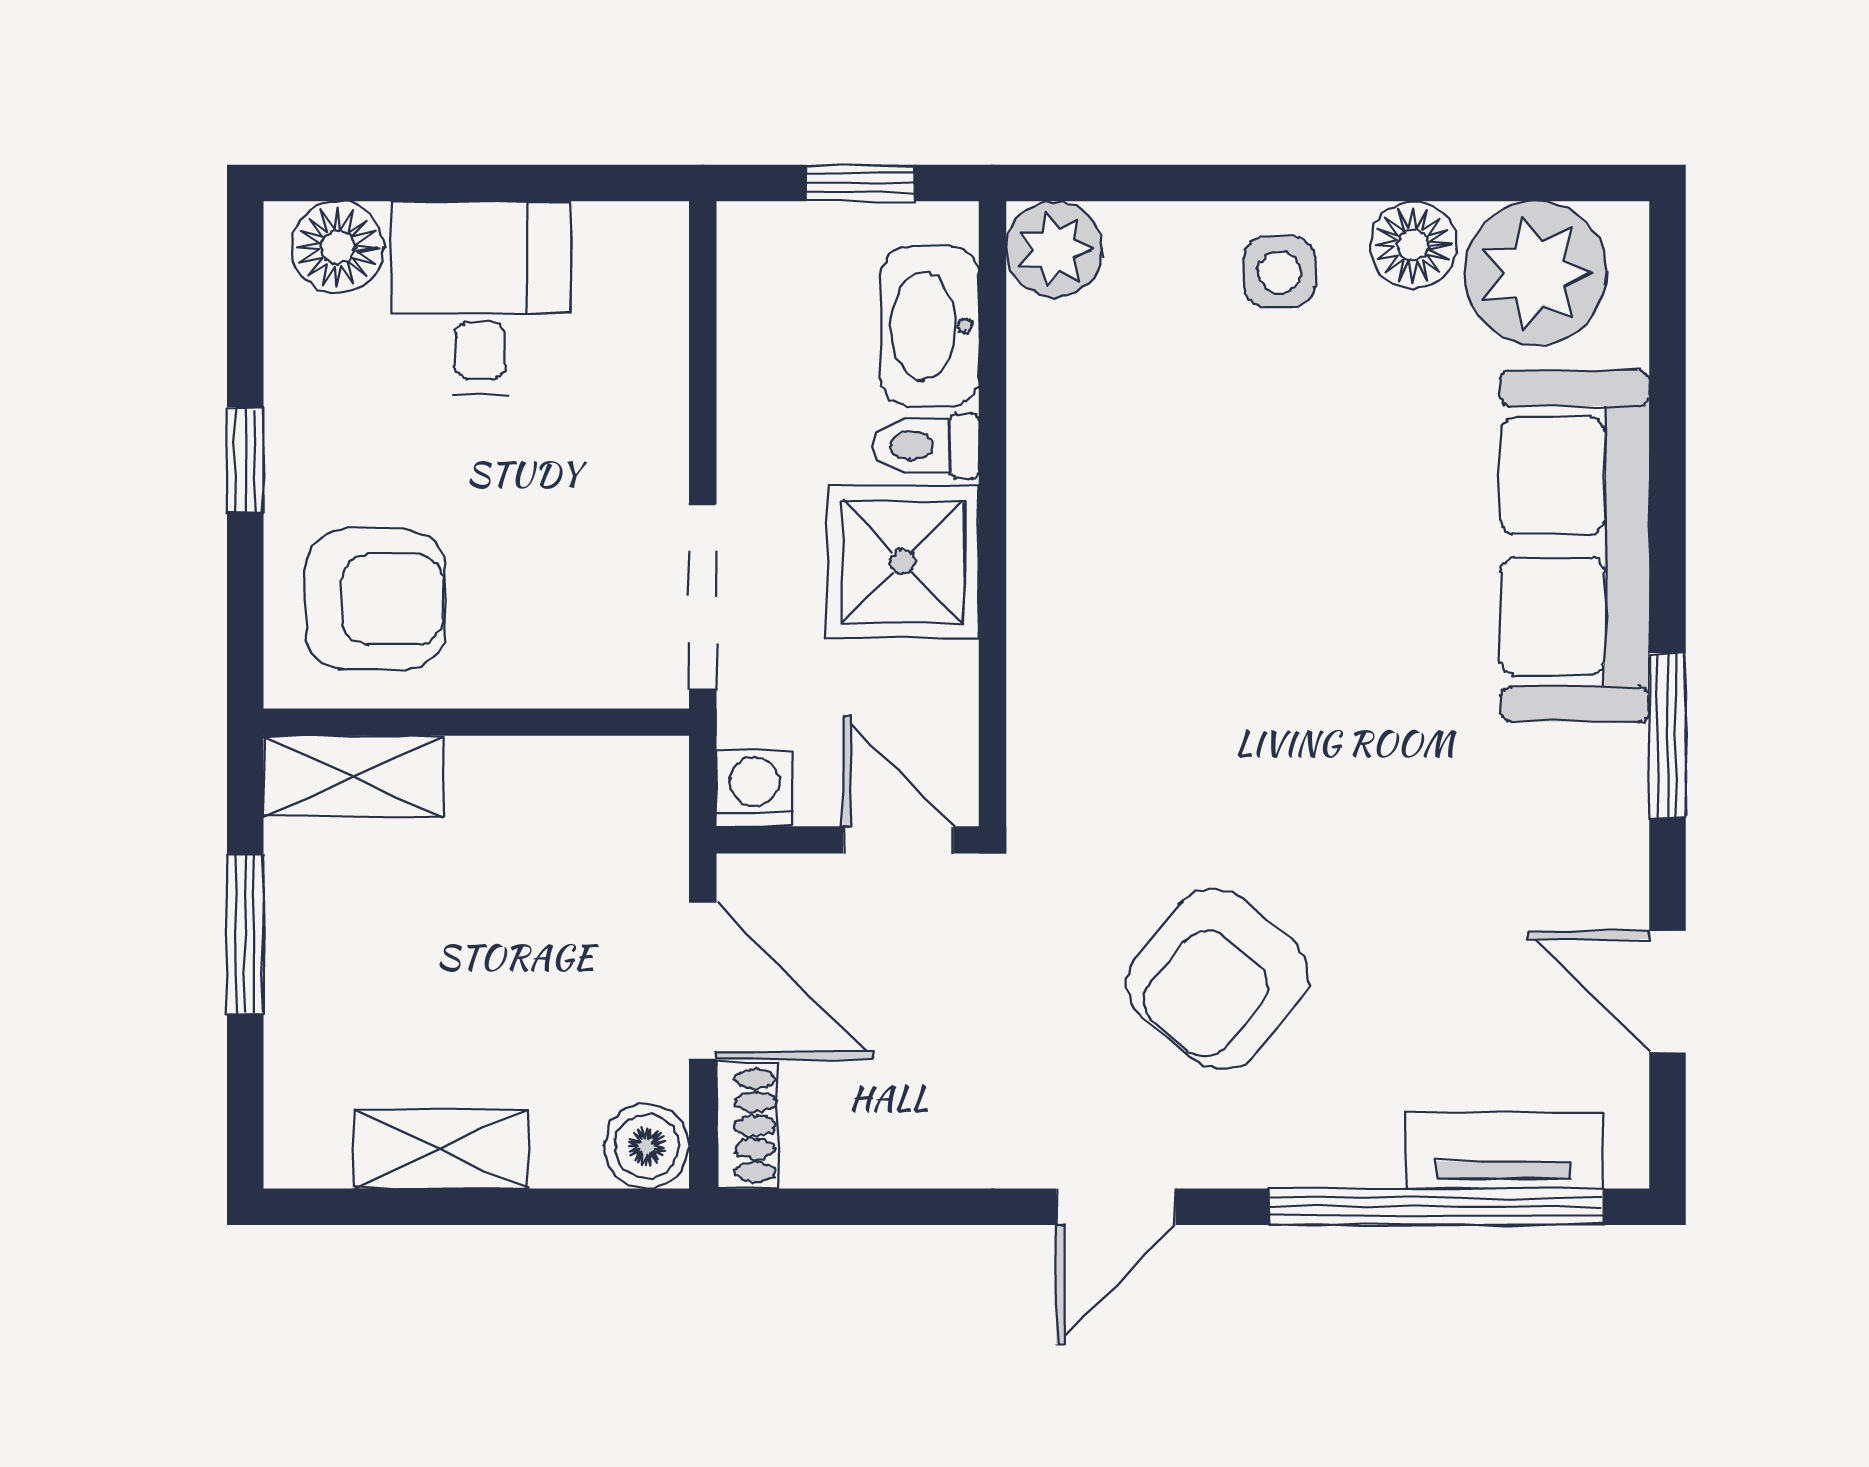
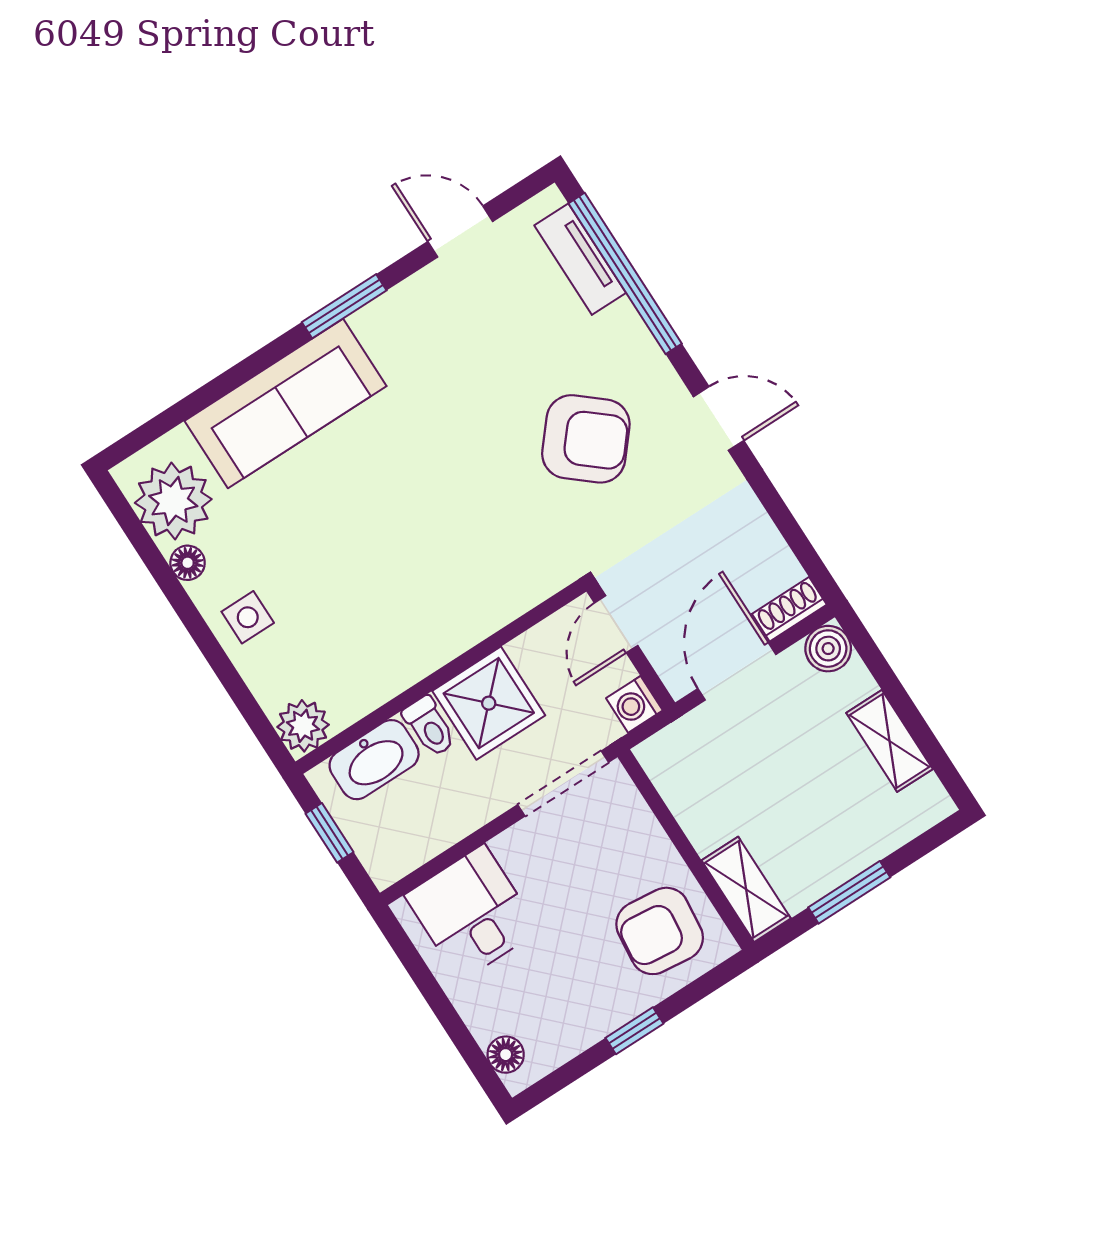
floor lamp: (1413, 245) -> (188, 563), width x0.73, depth x0.73
floor lamp: (338, 247) -> (506, 1055), width x0.73, depth x0.73
desk: (481, 298) -> (472, 913), moved, turned 90
armchair: (375, 599) -> (660, 931), turned -84
door: (1668, 992) -> (460, 231), swing flipped

